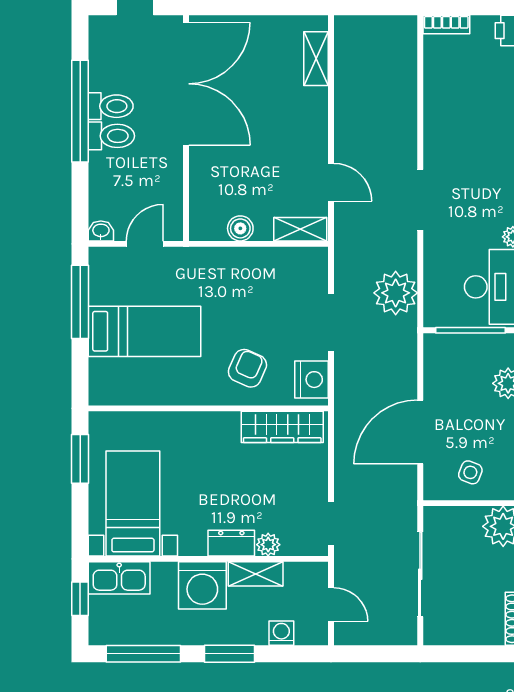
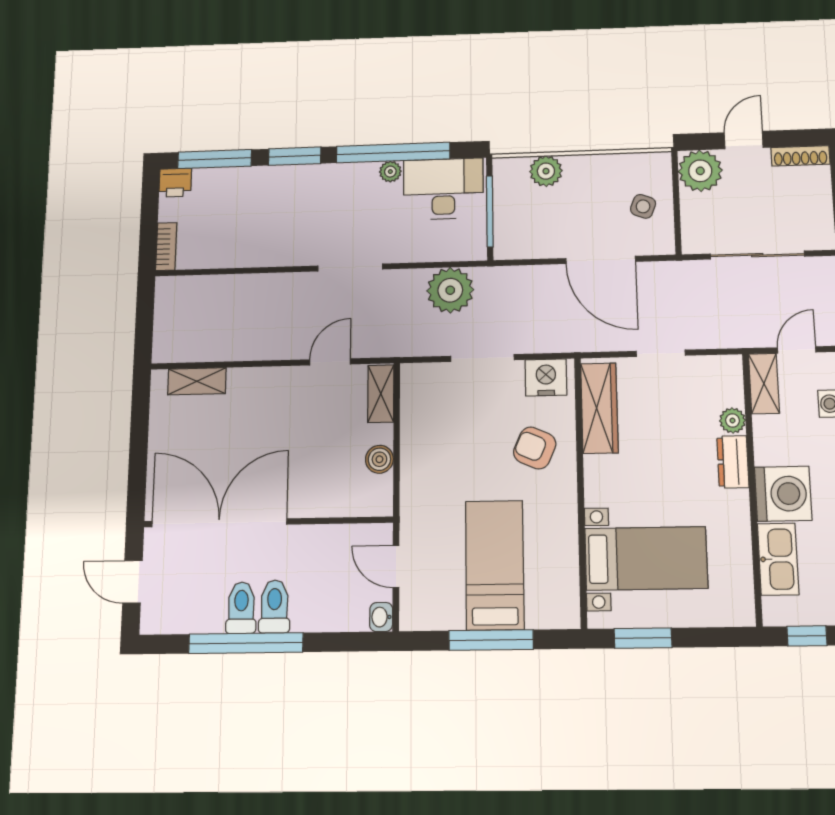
window: (80, 302) -> (491, 640), moved
bed with nightstands: (133, 503) -> (646, 558), moved, turned 180
doorway: (331, 523) -> (661, 353), moved
shelving: (256, 574) -> (764, 384), moved
kitchen sink: (119, 578) -> (778, 559), moved

